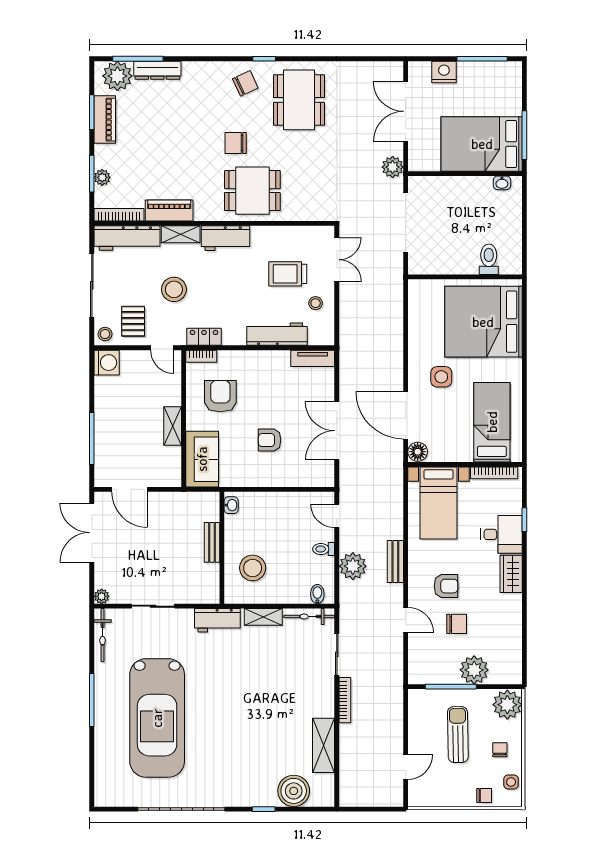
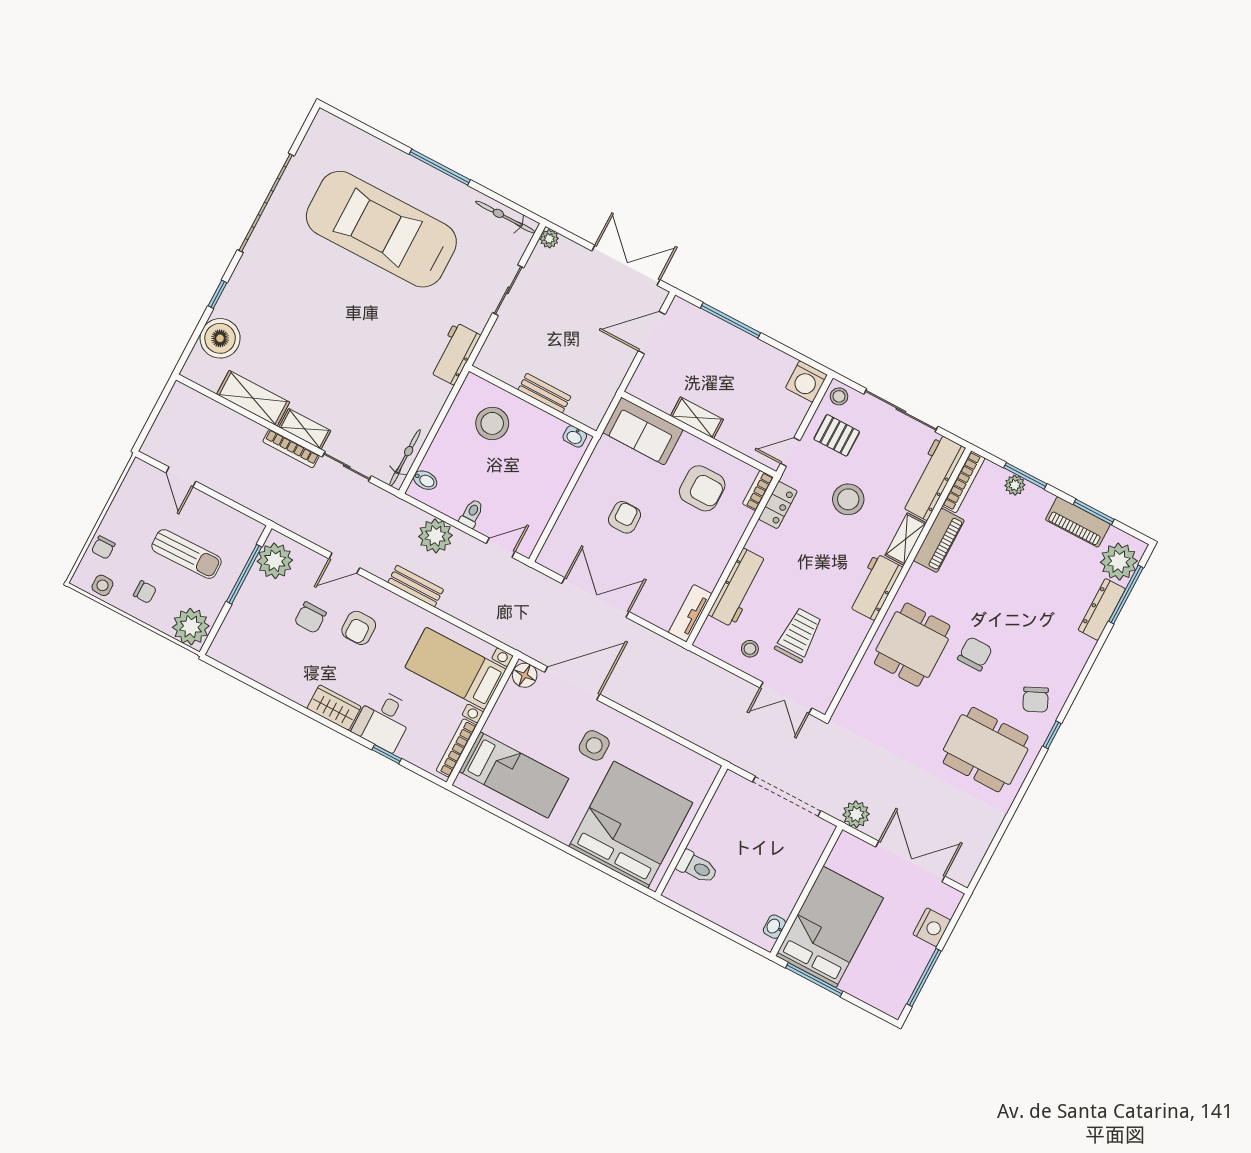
shelving: (263, 617) -> (305, 429), moved, turned 90
plant: (474, 670) -> (275, 561), moved

